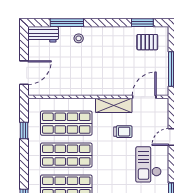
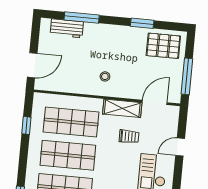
window: (142, 23) -> (142, 23), moved
workbench: (43, 34) -> (67, 28), moved
stool: (79, 38) -> (105, 76), moved
pallet: (147, 42) -> (163, 46), width x1.50, depth x1.42

